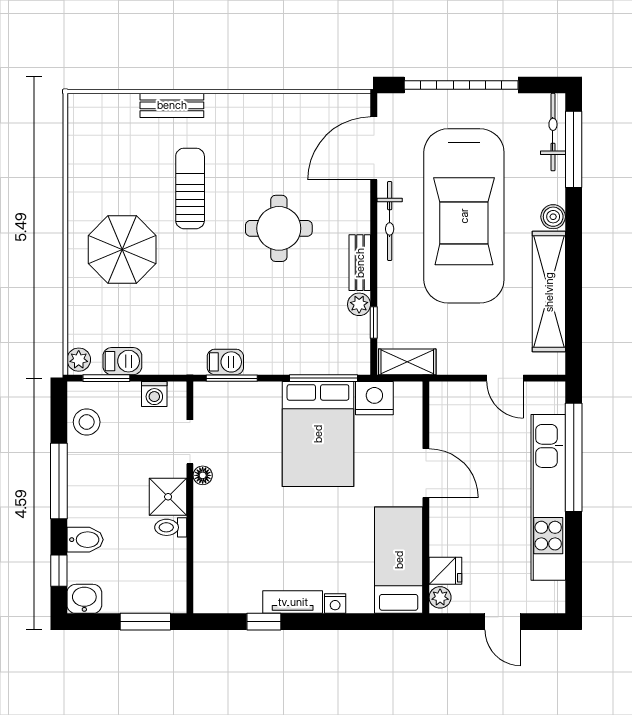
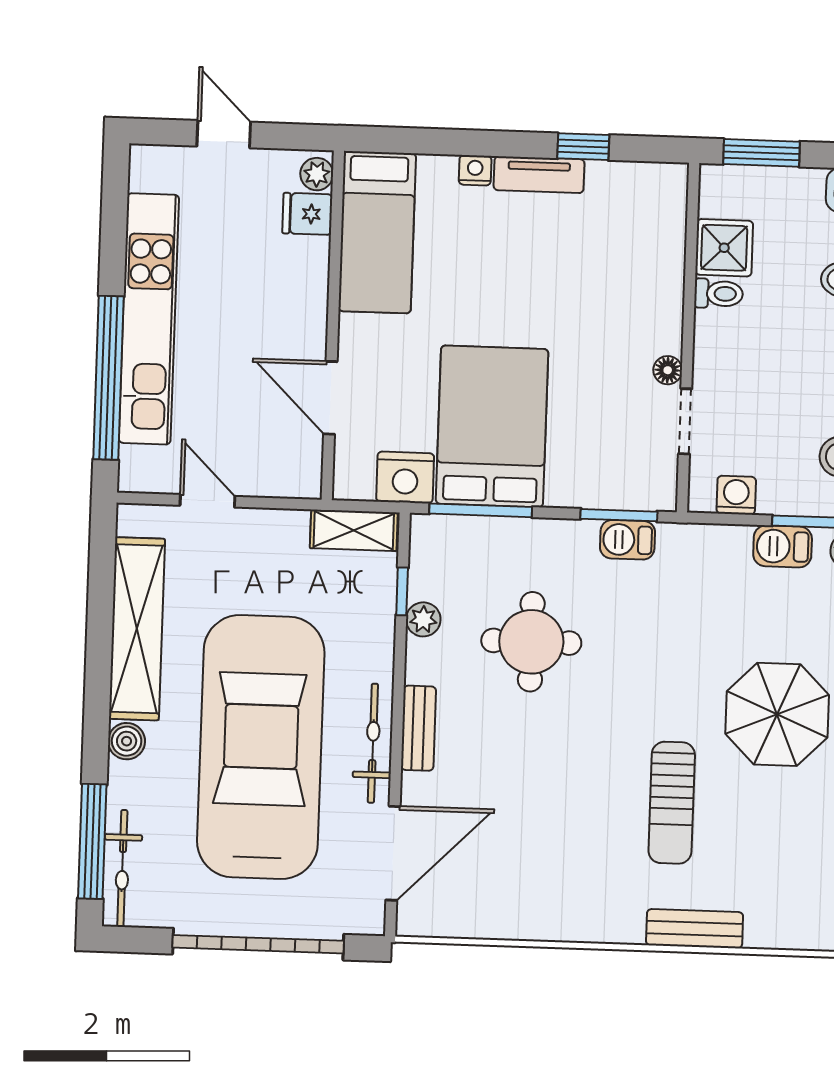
round table: (279, 228) -> (531, 642), moved
bench: (360, 263) -> (418, 728), moved
door: (426, 473) -> (330, 398), moved
shower: (168, 497) -> (724, 248), moved

